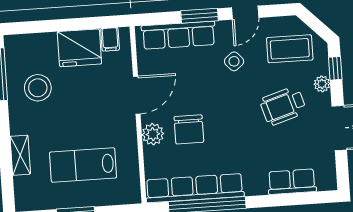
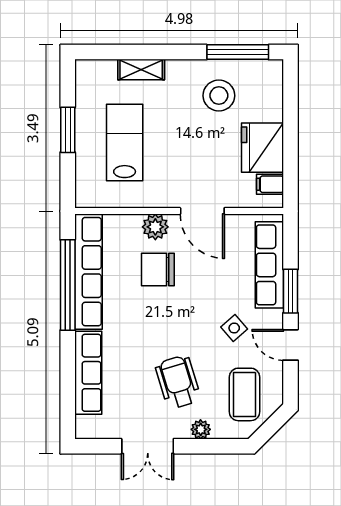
window: (335, 68) -> (218, 446), removed
row of seats: (292, 182) -> (88, 373), width x1.48

